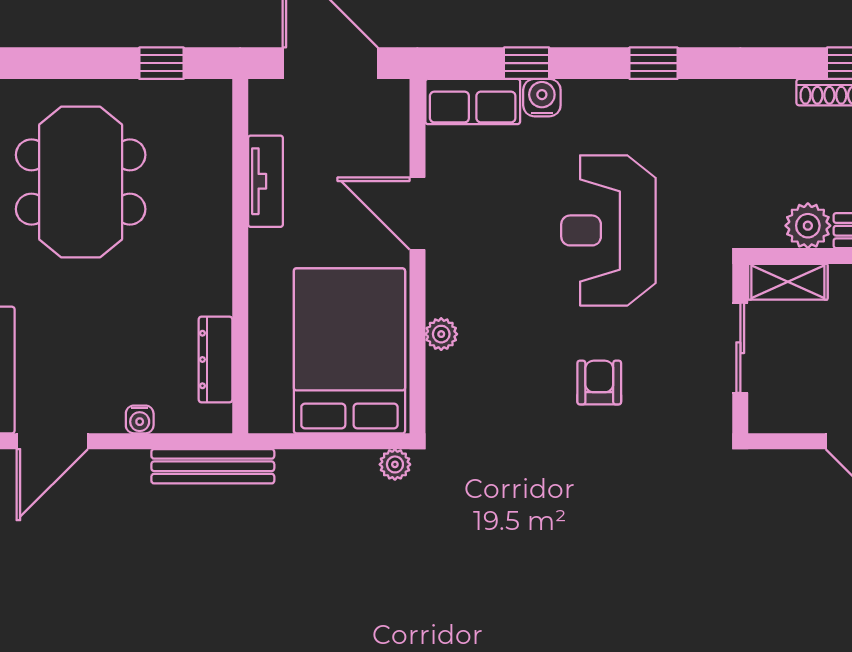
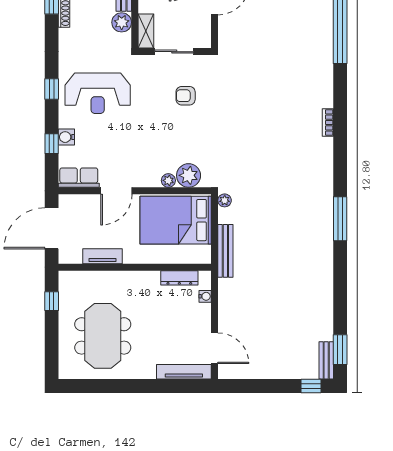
row of seats: (473, 102) -> (79, 178), moved, turned -90
meeting table: (81, 182) -> (103, 336), turned 90
reception desk: (608, 230) -> (98, 93), moved
plant: (453, 381) -> (189, 175), added
armchair: (599, 383) -> (186, 96), moved
water cooler: (140, 419) -> (205, 296), moved
bench: (213, 466) -> (225, 251), moved

